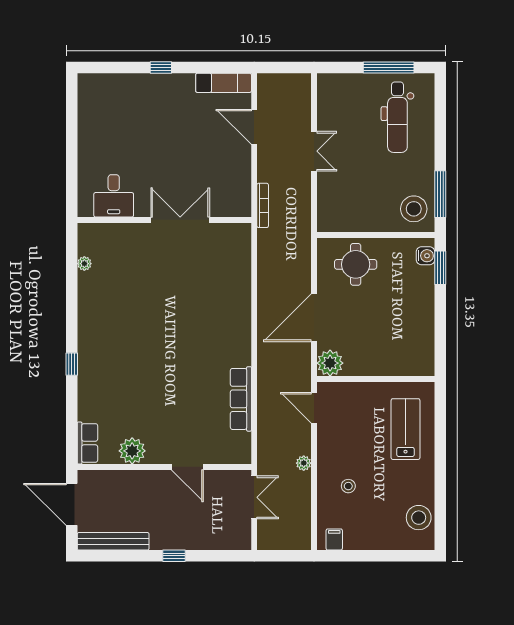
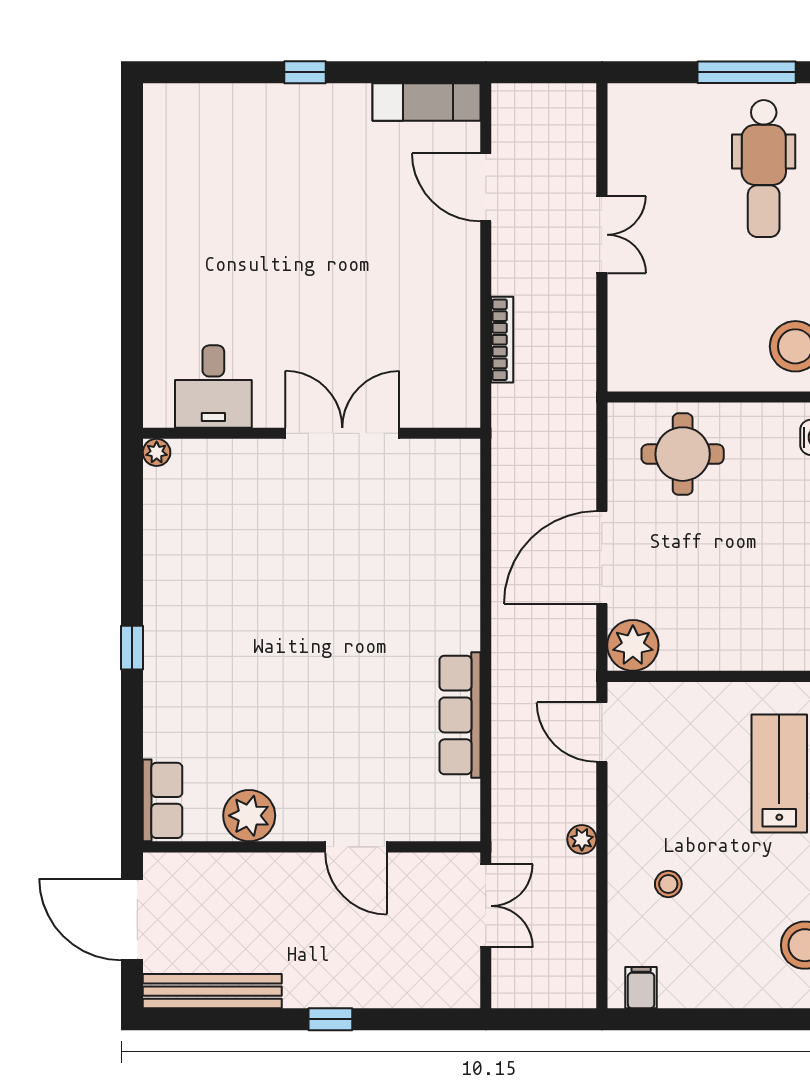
desk: (114, 196) -> (213, 387), moved
wall: (164, 220) -> (312, 433), moved
double door: (180, 220) -> (342, 433), moved

